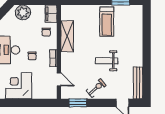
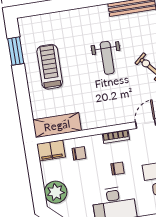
treadmill: (107, 22) -> (50, 67), turned -90
shelving: (67, 36) -> (57, 125), moved

